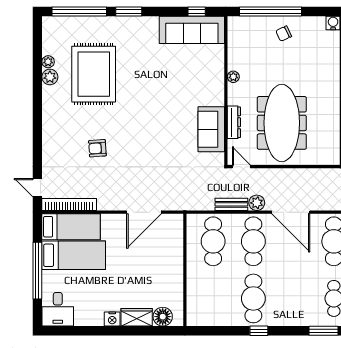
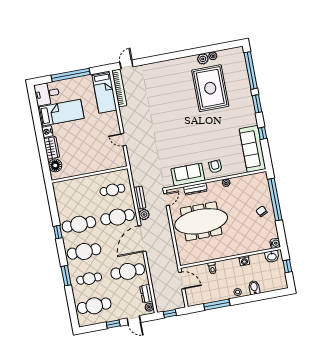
window: (197, 11) -> (262, 133), moved
rug: (94, 74) -> (210, 88), turned 90
armchair: (97, 148) -> (215, 167), moved
door: (144, 212) -> (123, 140), width x0.53
cafe table: (213, 241) -> (112, 190), width x0.73, depth x0.74
bed: (74, 255) -> (61, 113), moved, turned -90
cafe table: (294, 298) -> (84, 251), added

